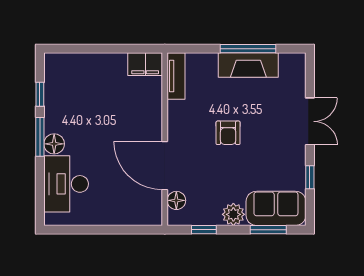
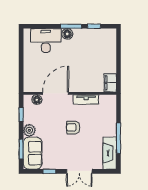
fireplace: (248, 65) -> (110, 153), moved
tv unit: (176, 76) -> (86, 99), moved

